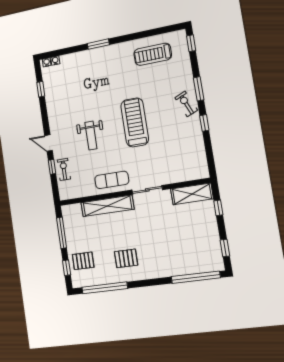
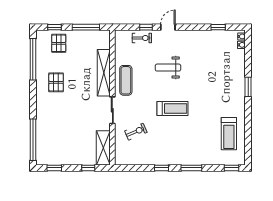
treadmill: (153, 54) -> (229, 134), turned 180
exercise bike: (186, 104) -> (136, 132), moved
treadmill: (135, 122) -> (173, 109), width x0.73, depth x0.73

